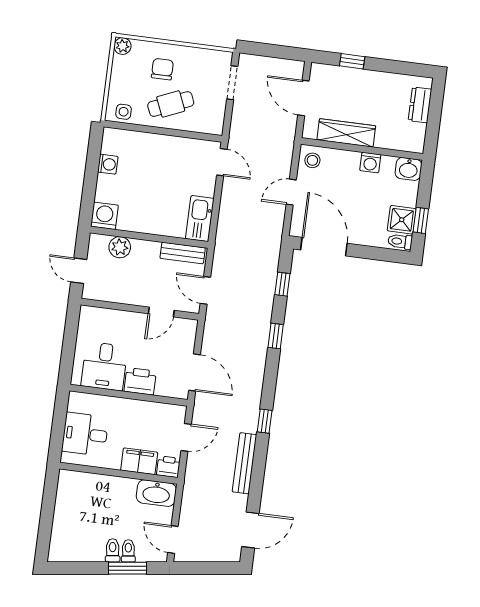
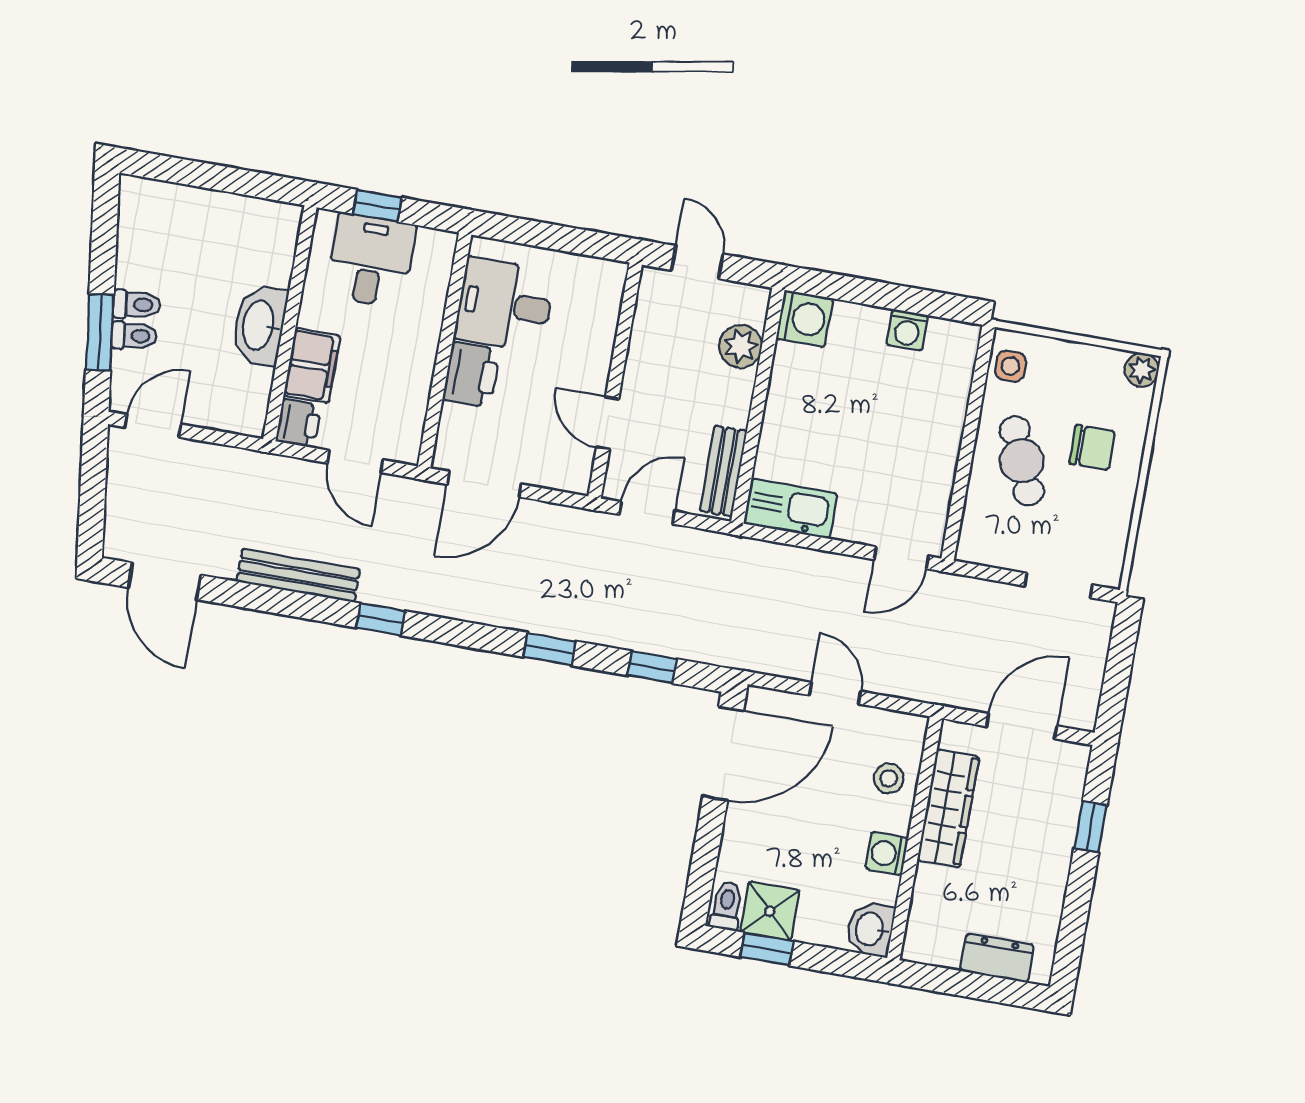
stool: (312, 160) -> (889, 778), moved
door: (79, 271) -> (697, 262), hinge flipped
window: (58, 432) -> (377, 206), added
washbasin: (156, 493) -> (259, 325), moved

